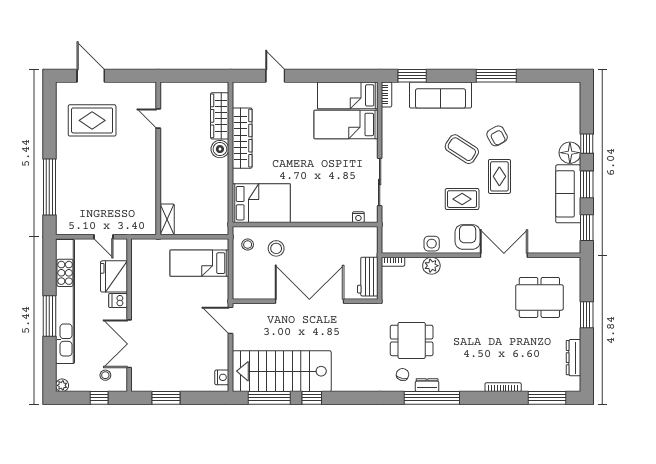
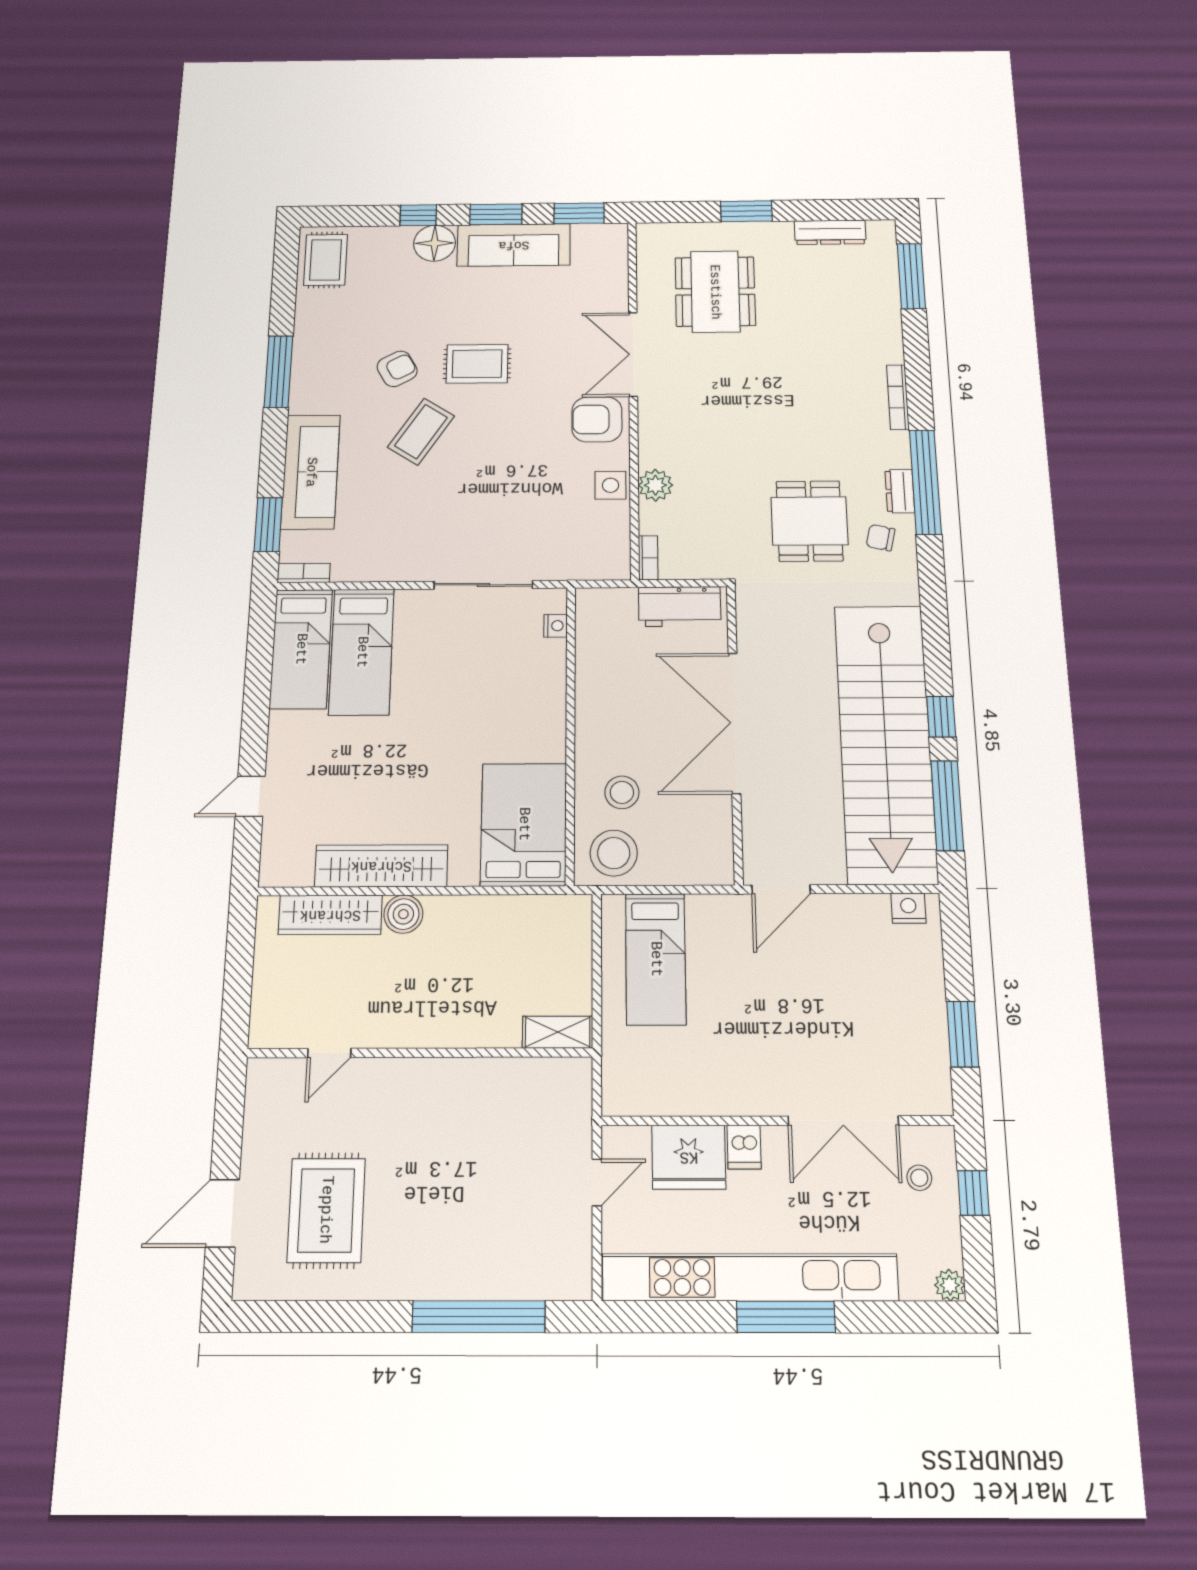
rug: (462, 199) -> (326, 260), moved
stool: (248, 245) -> (614, 853), width x1.89, depth x1.89
stairs: (282, 371) -> (885, 742), width x1.36
bookcase: (503, 387) -> (898, 397), moved

